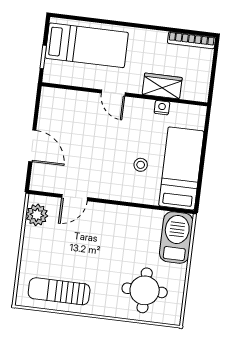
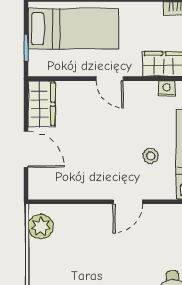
wardrobe: (51, 108) -> (42, 104), added
door: (75, 198) -> (128, 202), moved

